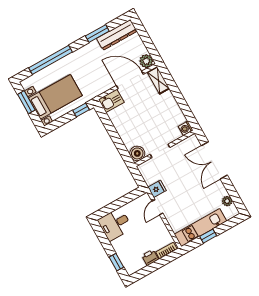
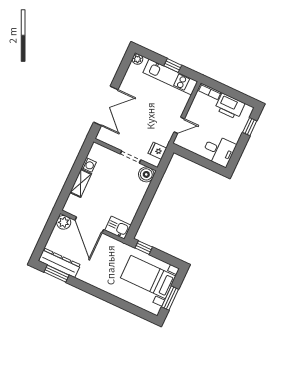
window: (97, 34) -> (57, 274), moved
window: (50, 60) -> (120, 303), removed
shelving: (158, 80) -> (81, 183), moved
washing machine: (186, 128) -> (89, 165), moved
fridge: (157, 189) -> (157, 151), moved
plant: (227, 201) -> (137, 59), moved
printer: (150, 258) -> (230, 106), width x1.87, depth x1.48

